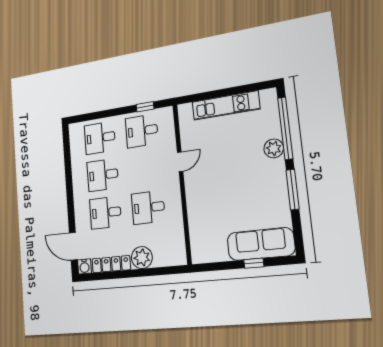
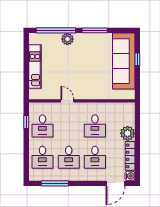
window: (68, 161) -> (55, 183), added
sofa: (261, 244) -> (124, 61), width x1.36, depth x1.27

